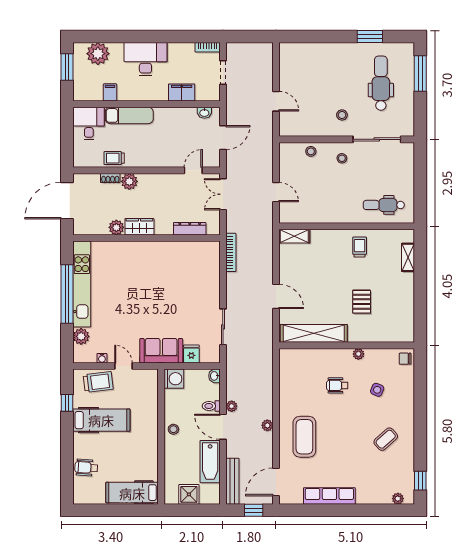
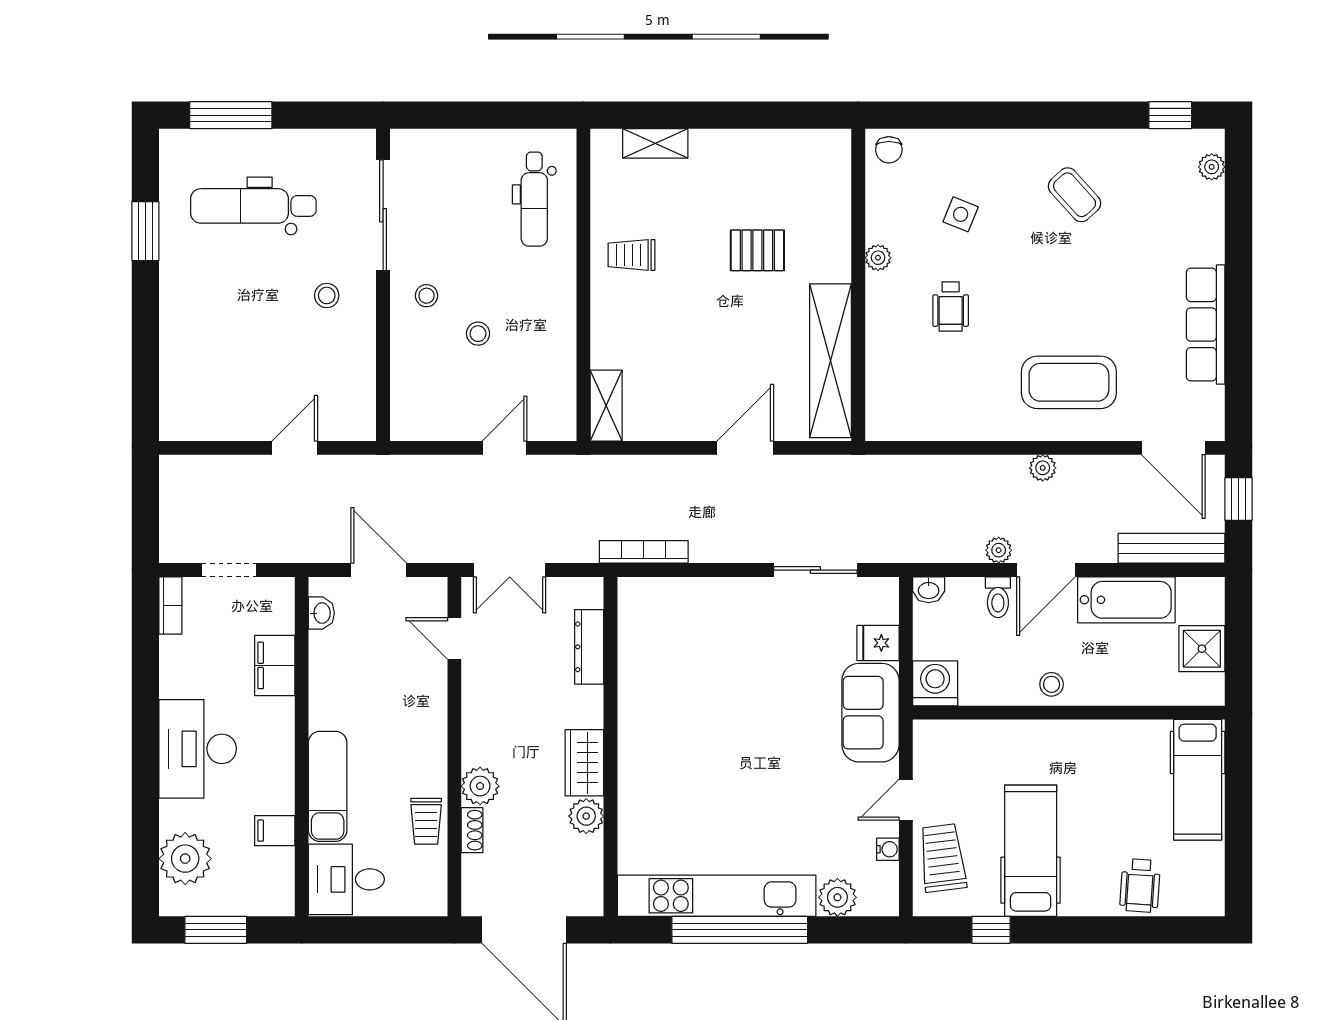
stool: (311, 151) -> (478, 334), moved

